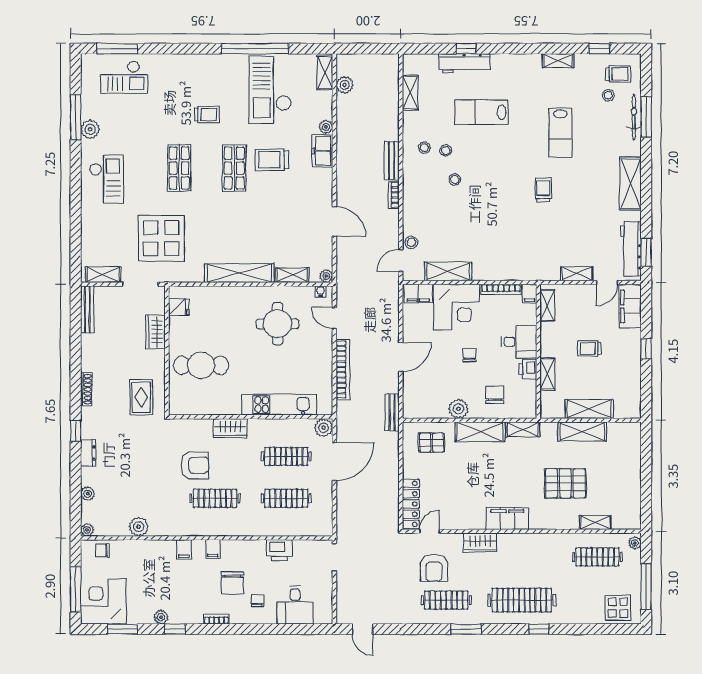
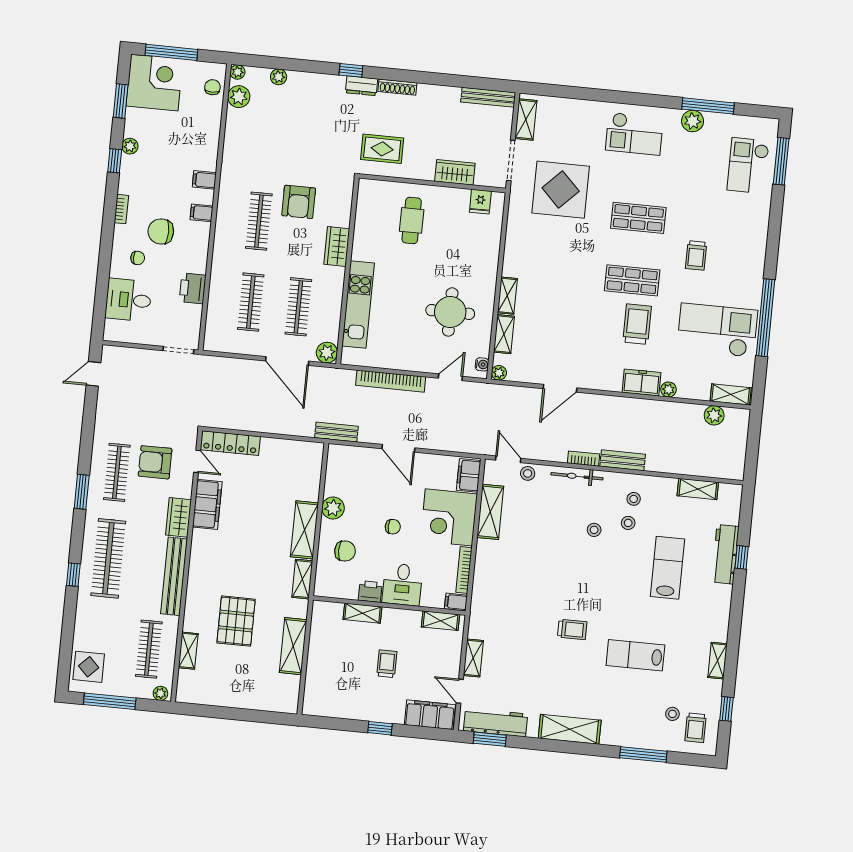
bicycle: (634, 117) -> (577, 476), moved, turned 180
shelving: (239, 273) -> (507, 296), width x0.45, depth x0.75
cafe table: (201, 365) -> (412, 220), width x0.73, depth x0.74
shelving: (589, 409) -> (318, 657), removed
pallet: (432, 443) -> (298, 474), removed
dresser: (88, 453) -> (362, 86), moved
filing cabinet: (507, 519) -> (207, 504), moved
plant: (139, 527) -> (239, 97), moved
bench: (532, 541) -> (174, 576), added

